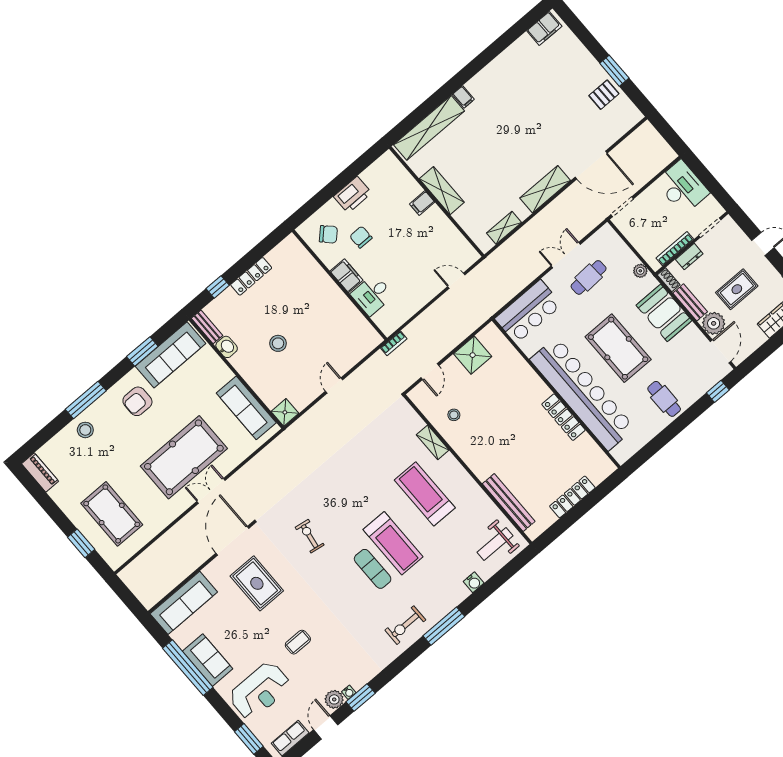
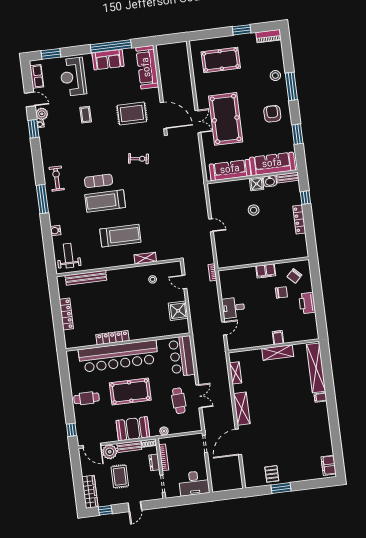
desk: (372, 295) -> (233, 308), moved, turned -90
sofa: (171, 355) -> (272, 164), moved, turned 90
shower: (285, 412) -> (257, 184), moved
window: (81, 543) -> (242, 30), moved

